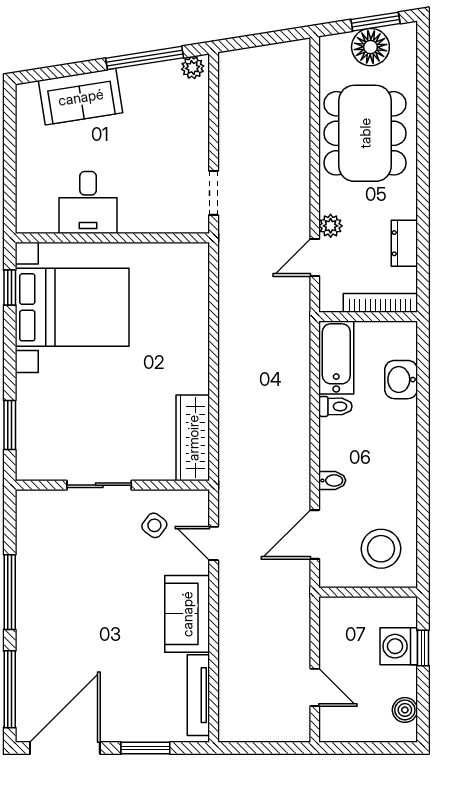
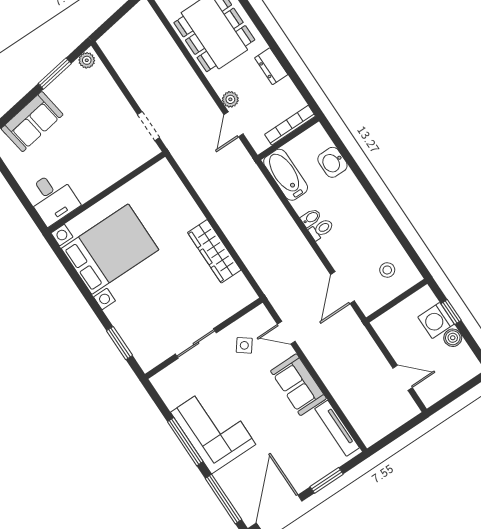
window: (145, 58) -> (55, 74), width x0.69
desk: (88, 203) -> (52, 198), moved
dresser: (404, 243) -> (271, 66), moved
window: (10, 287) -> (65, 262), removed
toilet: (335, 406) -> (321, 229), moved
wardrobe: (193, 438) -> (214, 251), moved
bidet: (332, 480) -> (311, 218), moved
stool: (381, 549) -> (387, 270), width x0.53, depth x0.53
corner sofa: (53, 598) -> (213, 428), added
boiler: (405, 710) -> (453, 338), moved

